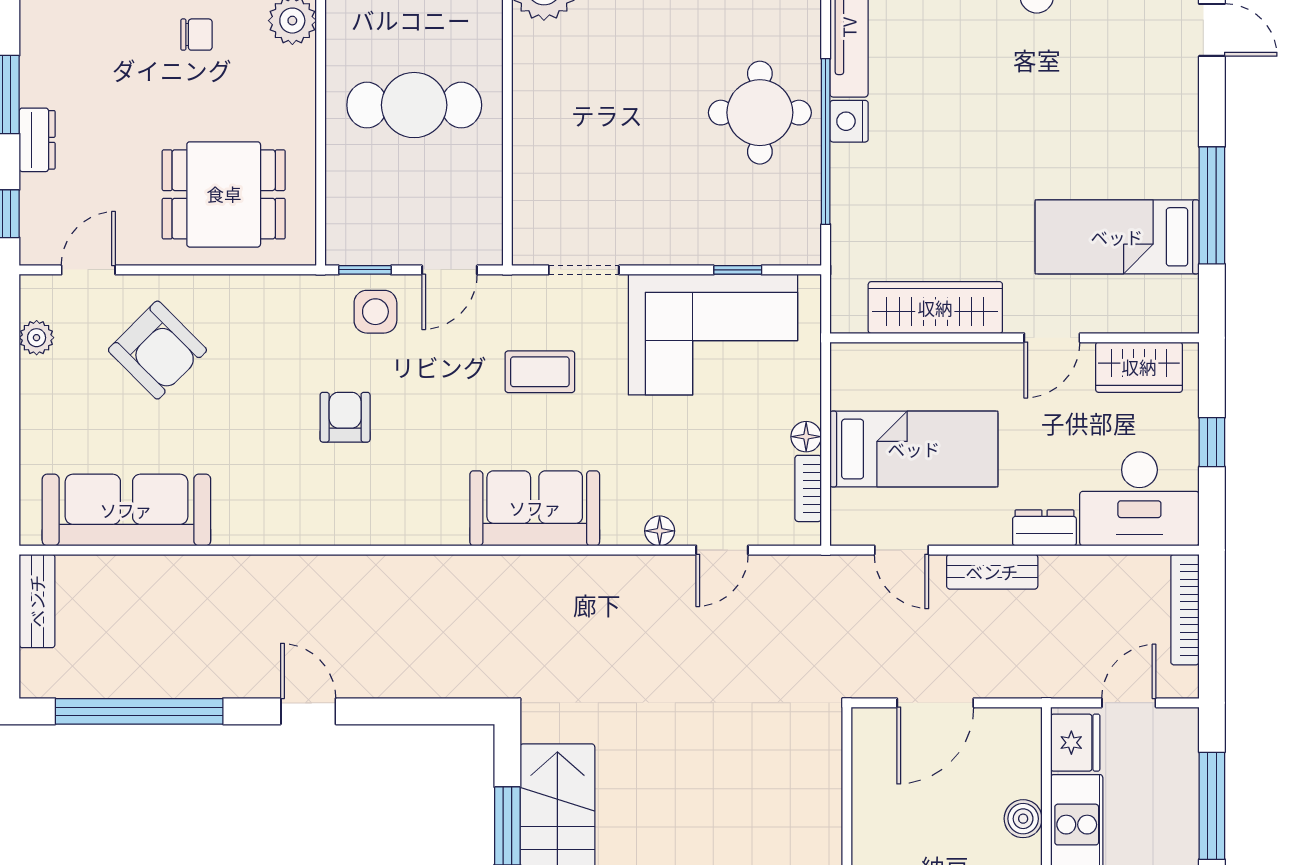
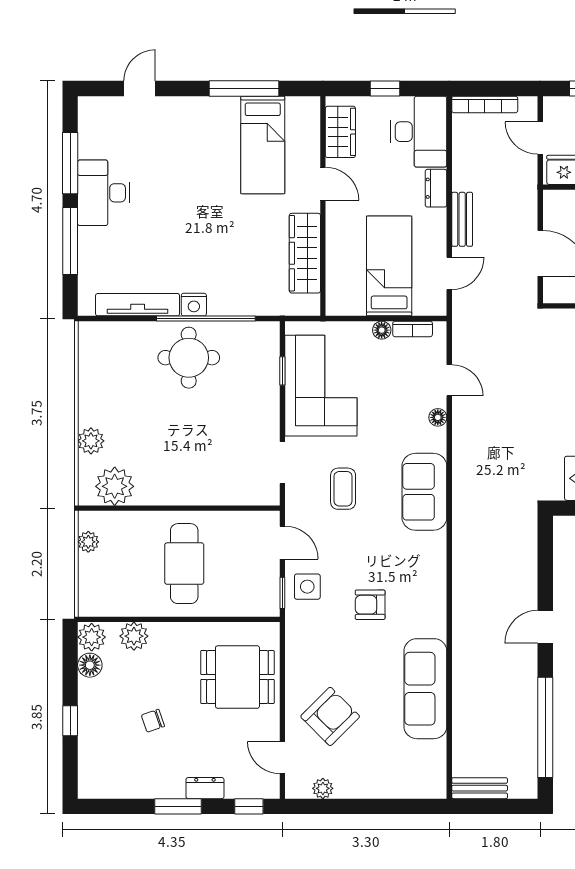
chair: (196, 35) -> (153, 721), moved, turned -109
dining table: (224, 194) -> (237, 677), turned 90
sofa: (126, 510) -> (425, 689), moved

